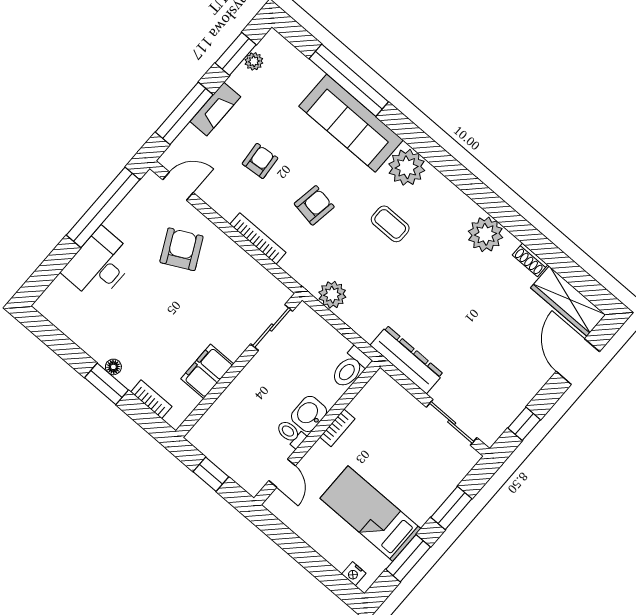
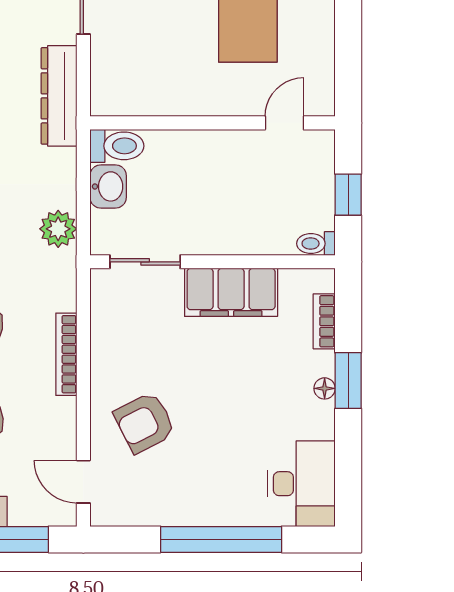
window: (103, 207) -> (221, 539), moved
desk: (99, 265) -> (302, 484), moved, turned -90
filing cabinet: (207, 371) -> (231, 292), width x1.50, depth x1.17
washbasin: (309, 414) -> (108, 186), moved, turned -90
bookcase: (337, 428) -> (190, 107), removed
toilet: (291, 434) -> (316, 244), moved, turned 90

